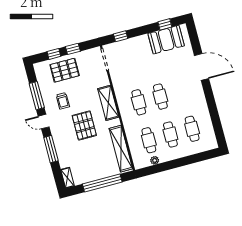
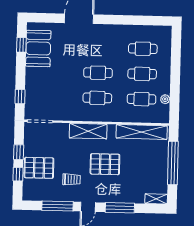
pallet: (65, 70) -> (39, 168), turned 90

